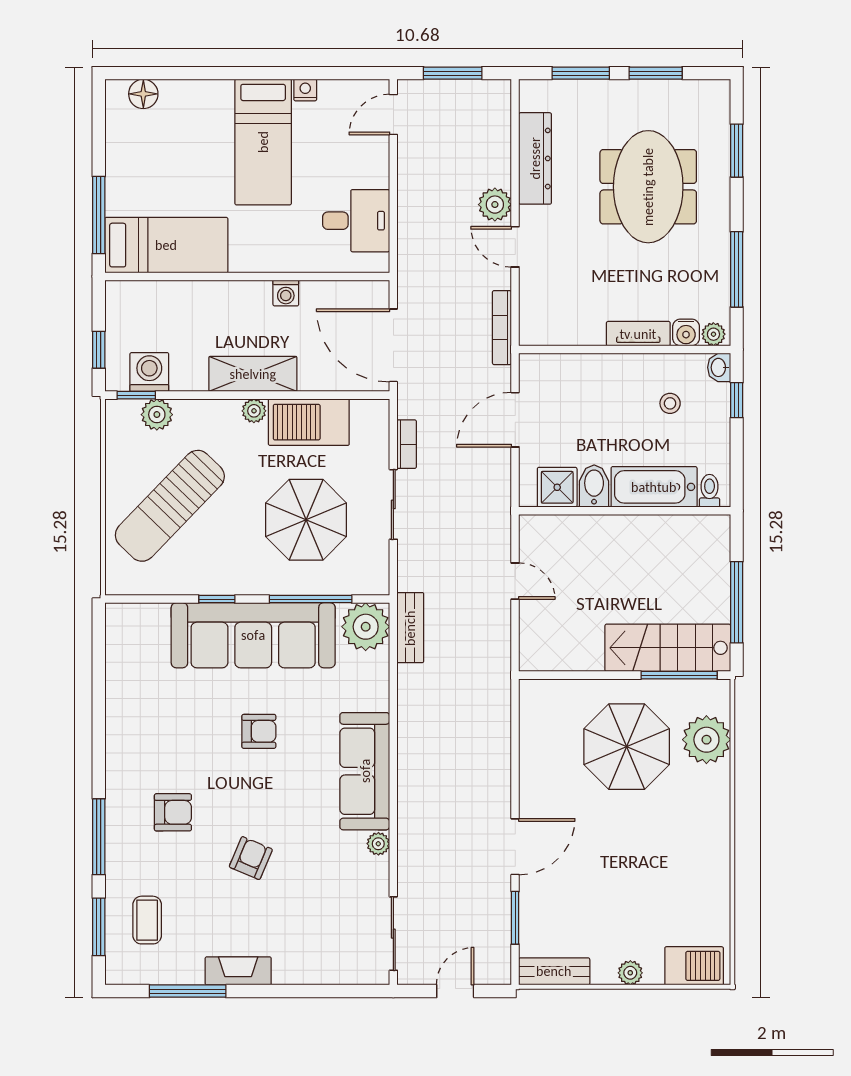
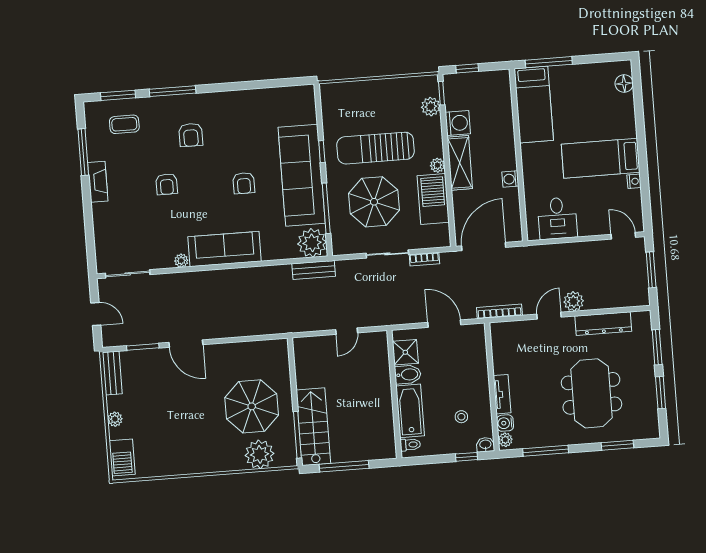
meeting table: (648, 187) -> (591, 393), turned 90
washing machine: (149, 372) -> (458, 123), moved
sun lounger: (170, 506) -> (375, 148), moved, turned -44
armchair: (251, 858) -> (167, 184), turned 67

